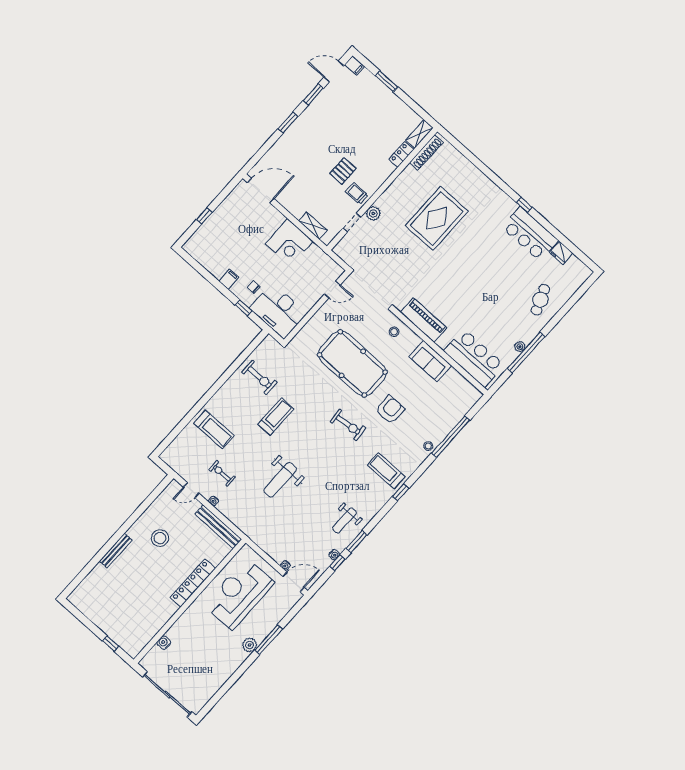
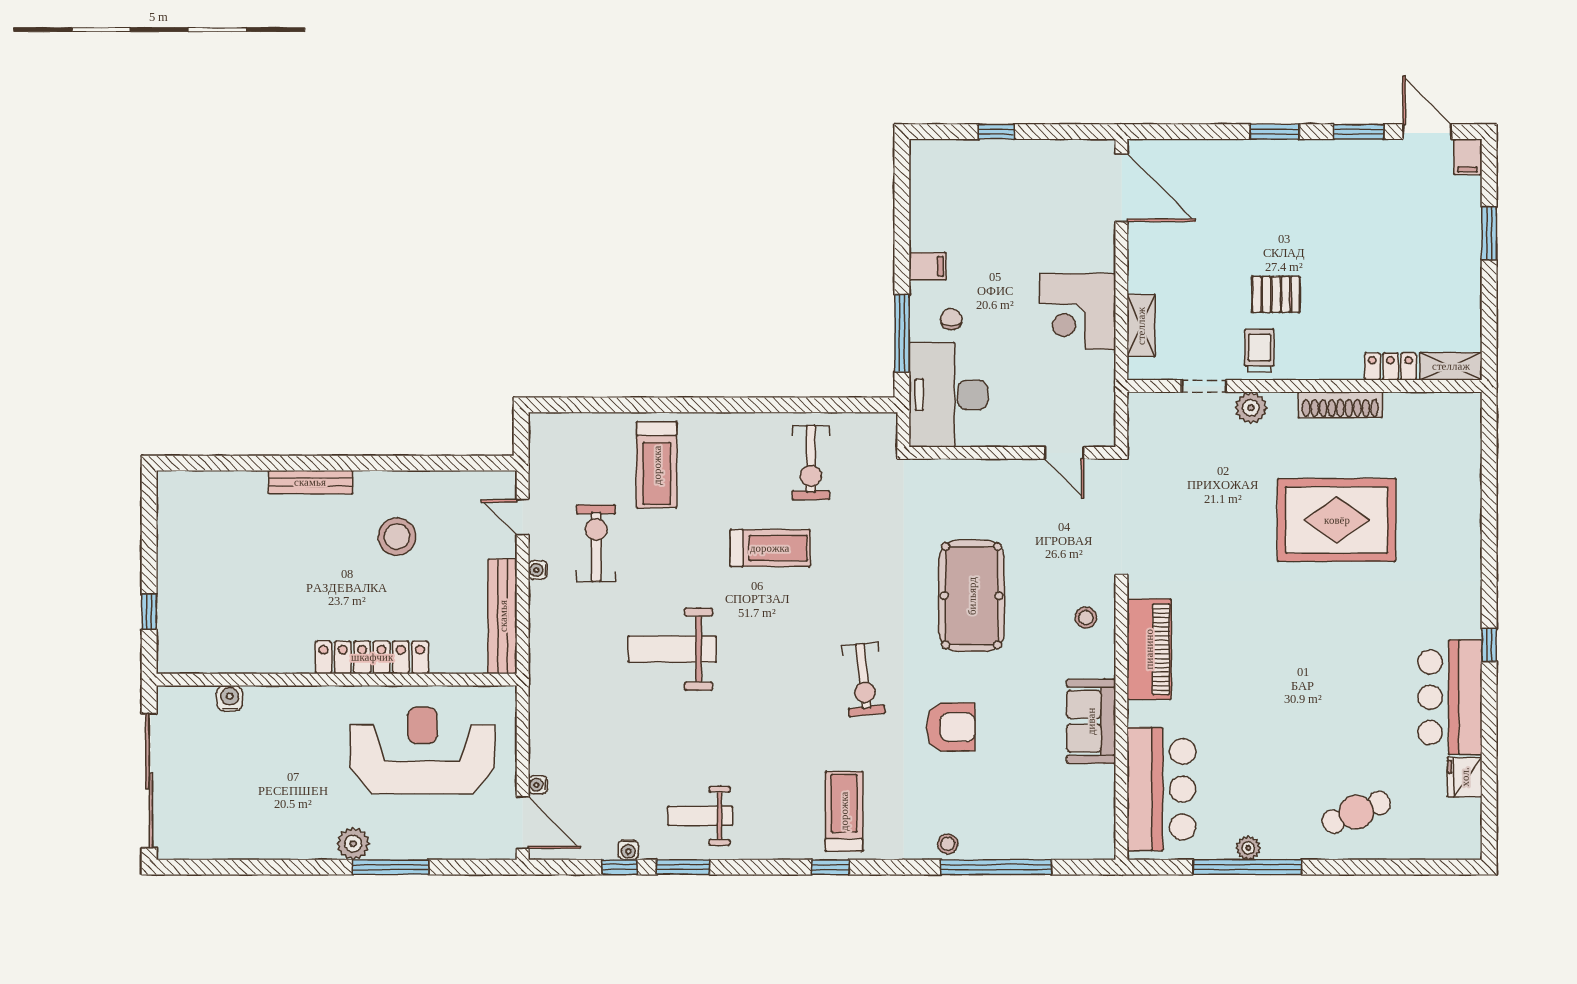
shoe rack: (426, 152) -> (1340, 405), moved
window: (244, 308) -> (902, 333), width x2.17
pool table: (352, 363) -> (972, 596), width x0.73, depth x0.76
exercise bike: (222, 473) -> (596, 543), width x1.38, depth x1.39

